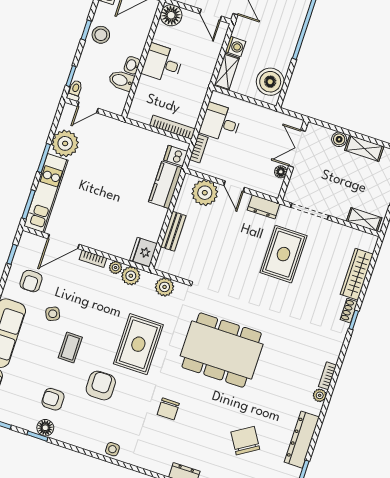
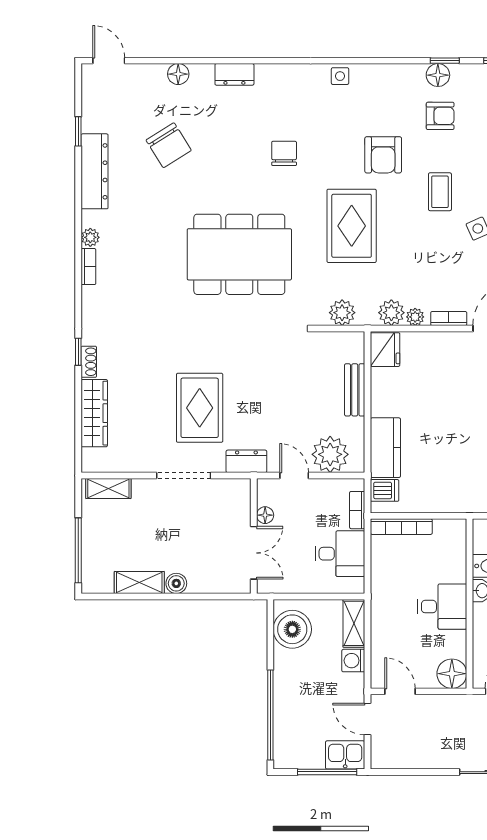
double door: (297, 149) -> (254, 553), moved
wall: (293, 160) -> (254, 536), moved
floor lamp: (281, 172) -> (265, 515), moved

